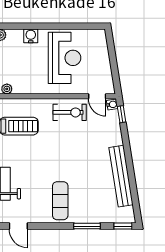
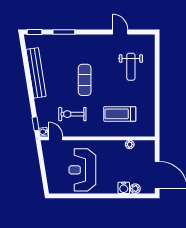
water cooler: (31, 36) -> (124, 188), moved
exercise bike: (70, 112) -> (72, 114), moved
exercise mat: (60, 201) -> (85, 80), moved

